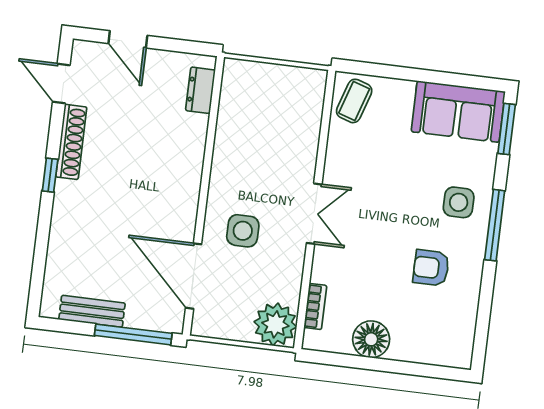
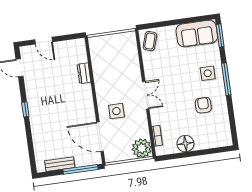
dresser: (200, 90) -> (84, 73), moved
shoe rack: (71, 142) -> (31, 92), removed
armchair: (431, 268) -> (203, 105), turned 90

